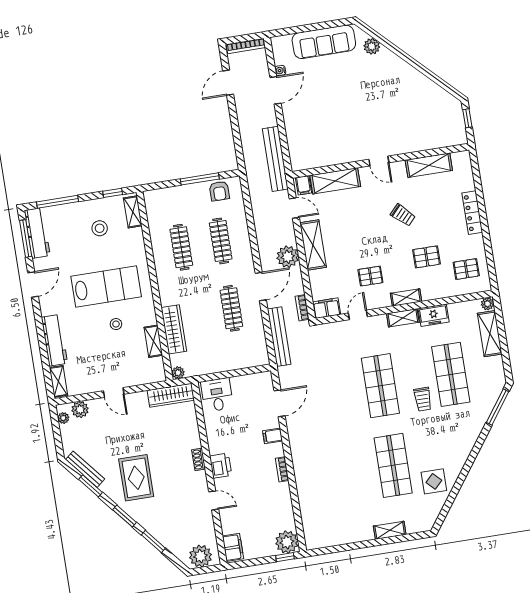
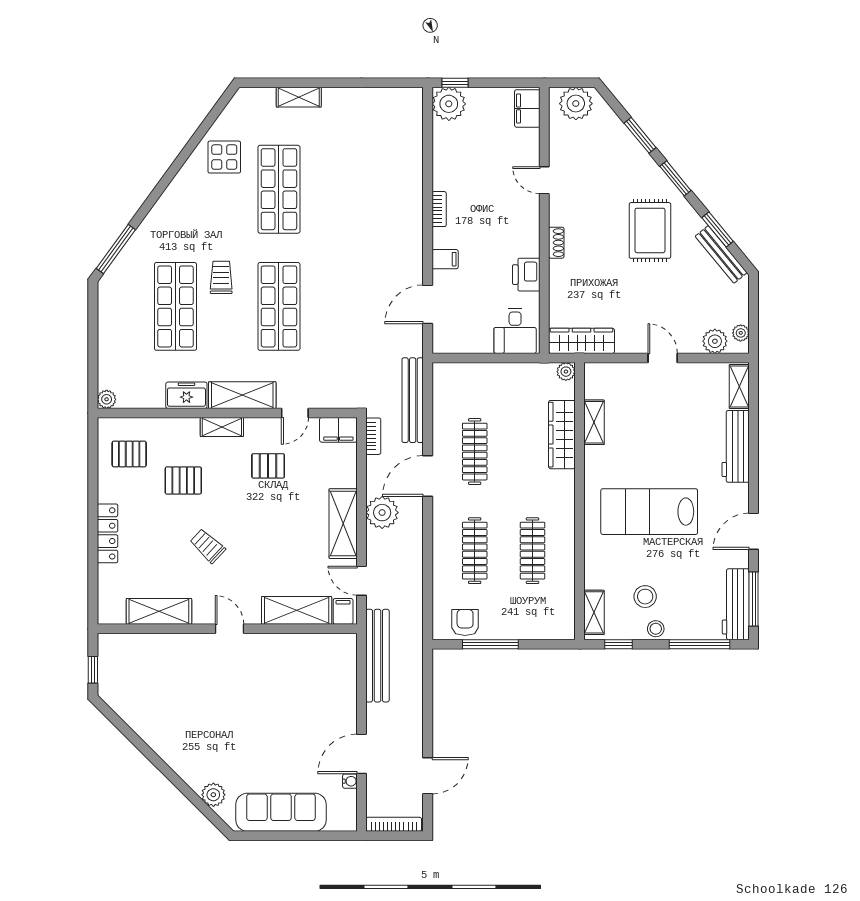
shelving: (403, 318) -> (242, 395), width x1.50, depth x1.33
stool: (116, 324) -> (656, 629), moved
shelving: (490, 334) -> (110, 356), removed
printer: (221, 466) -> (526, 275), moved

